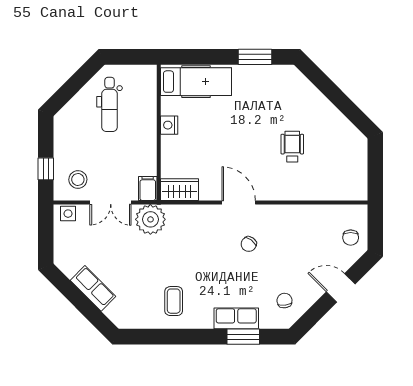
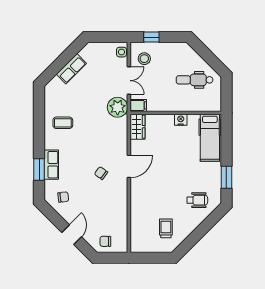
wheelchair: (292, 147) -> (197, 200), moved
trolley: (331, 147) -> (166, 228), added
double door: (111, 202) -> (129, 81), swing flipped

